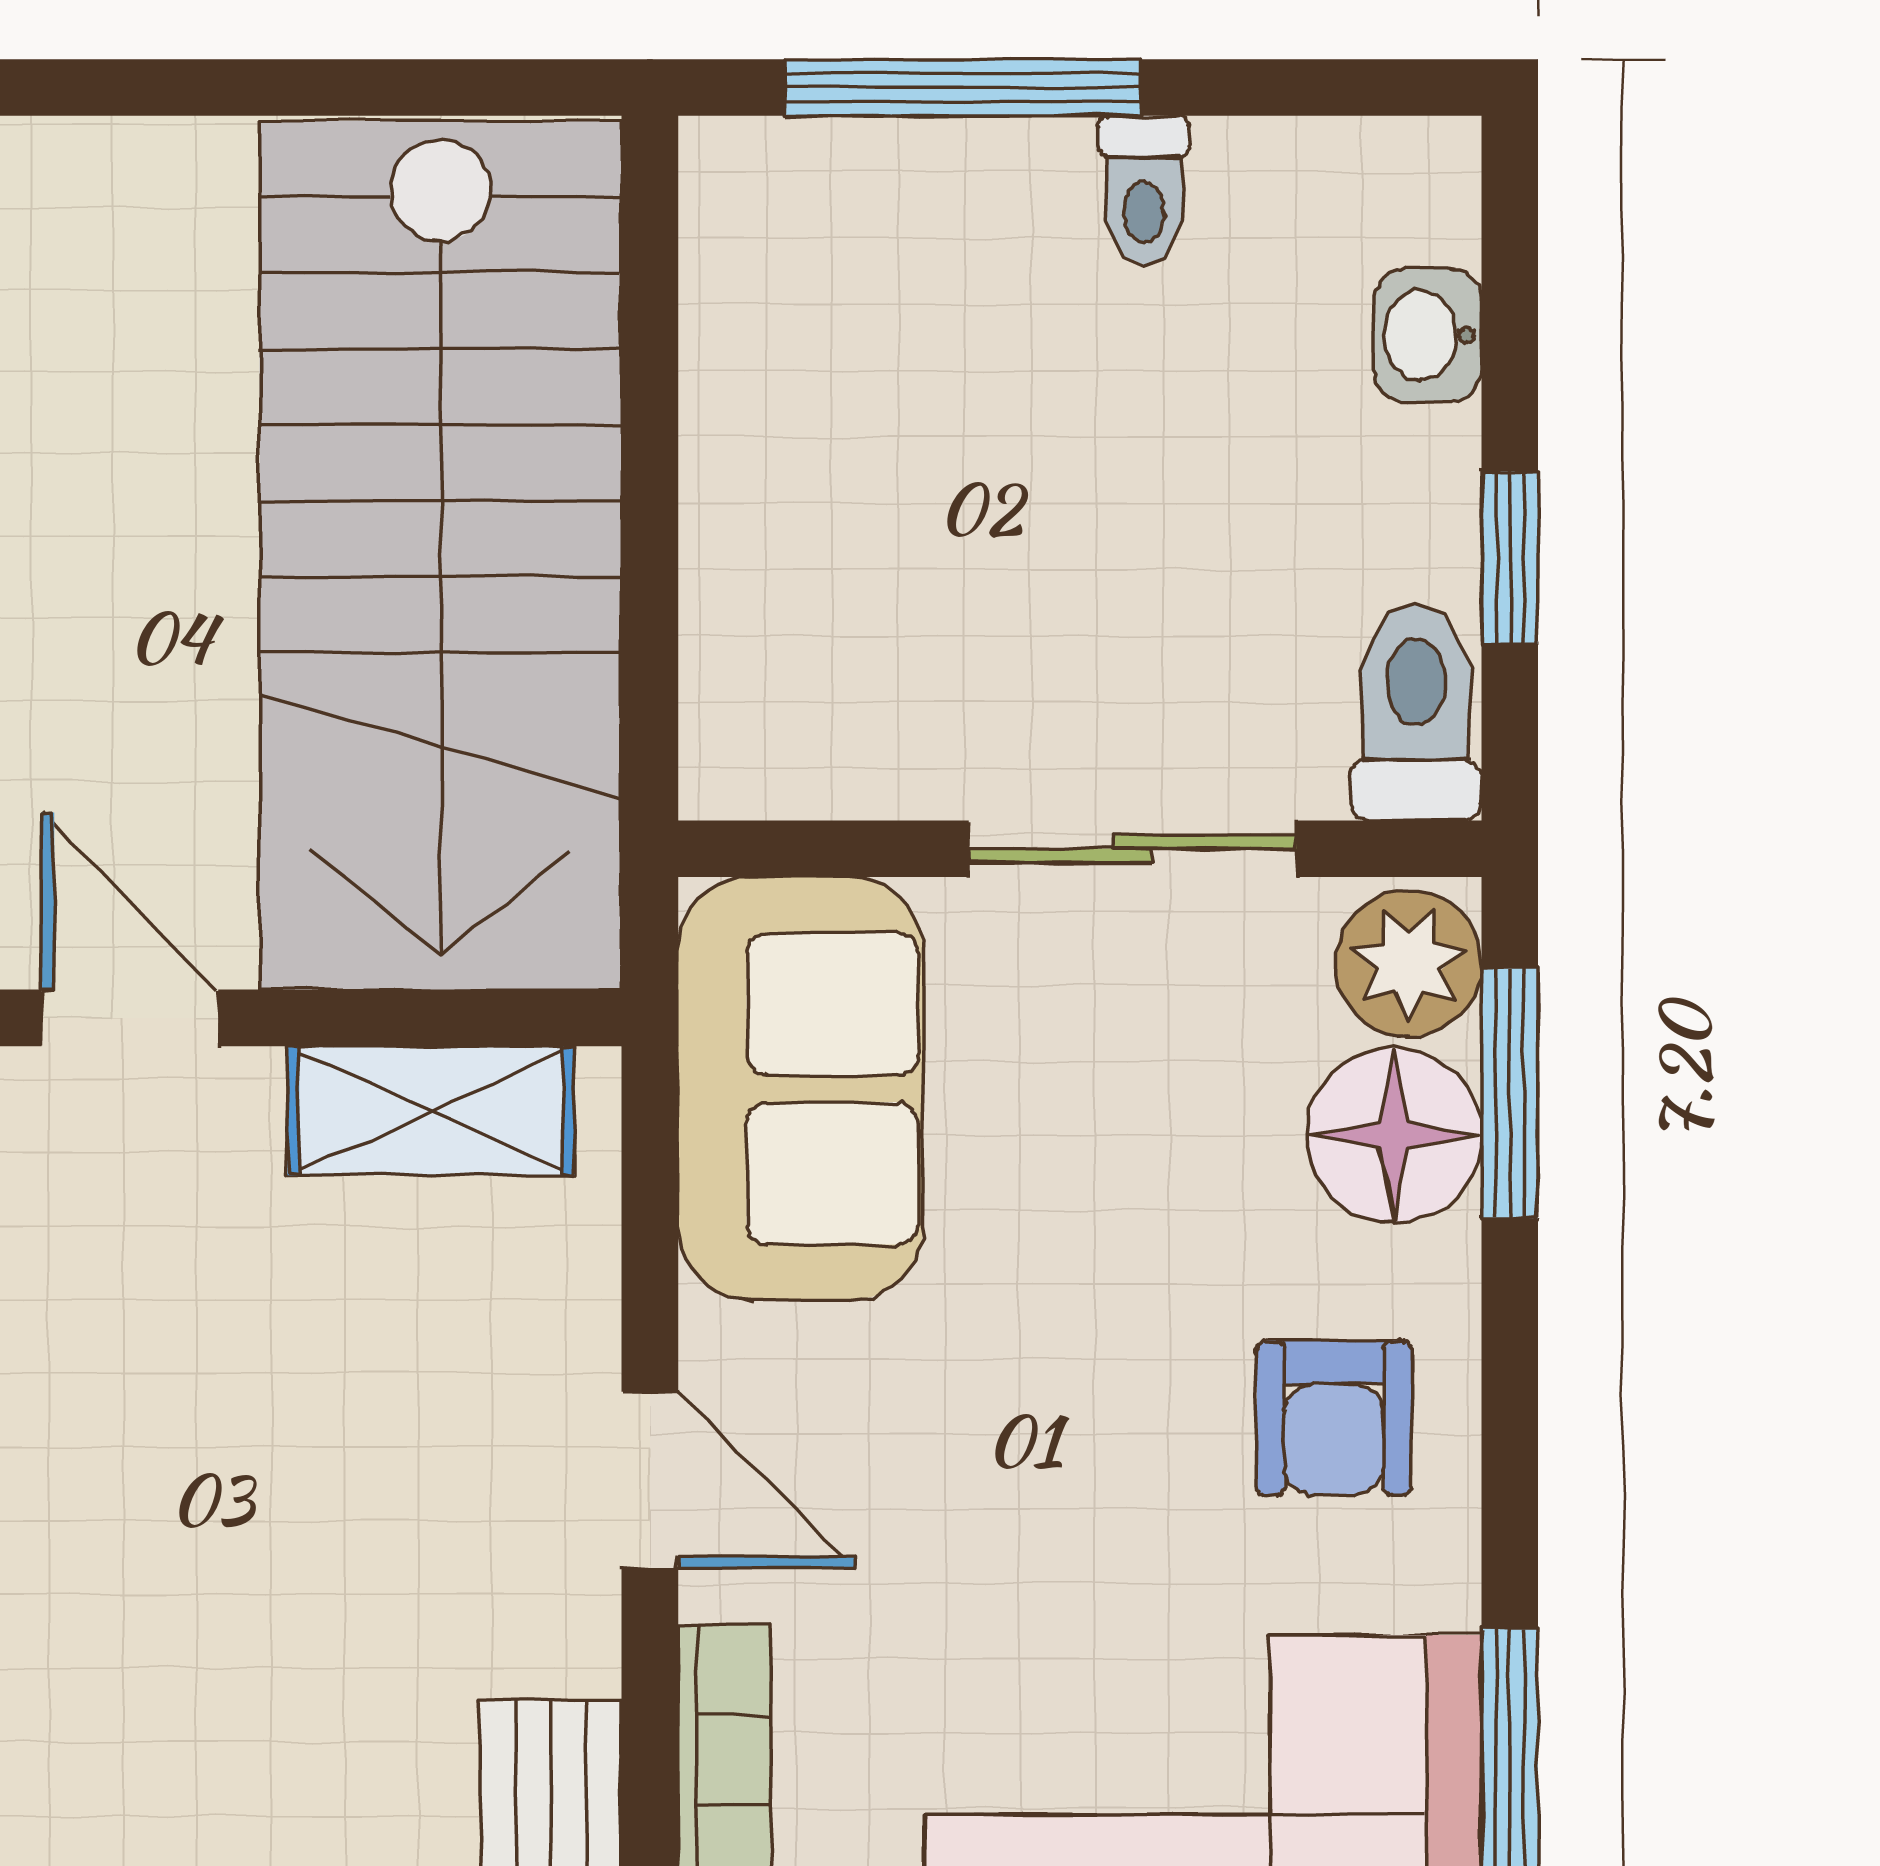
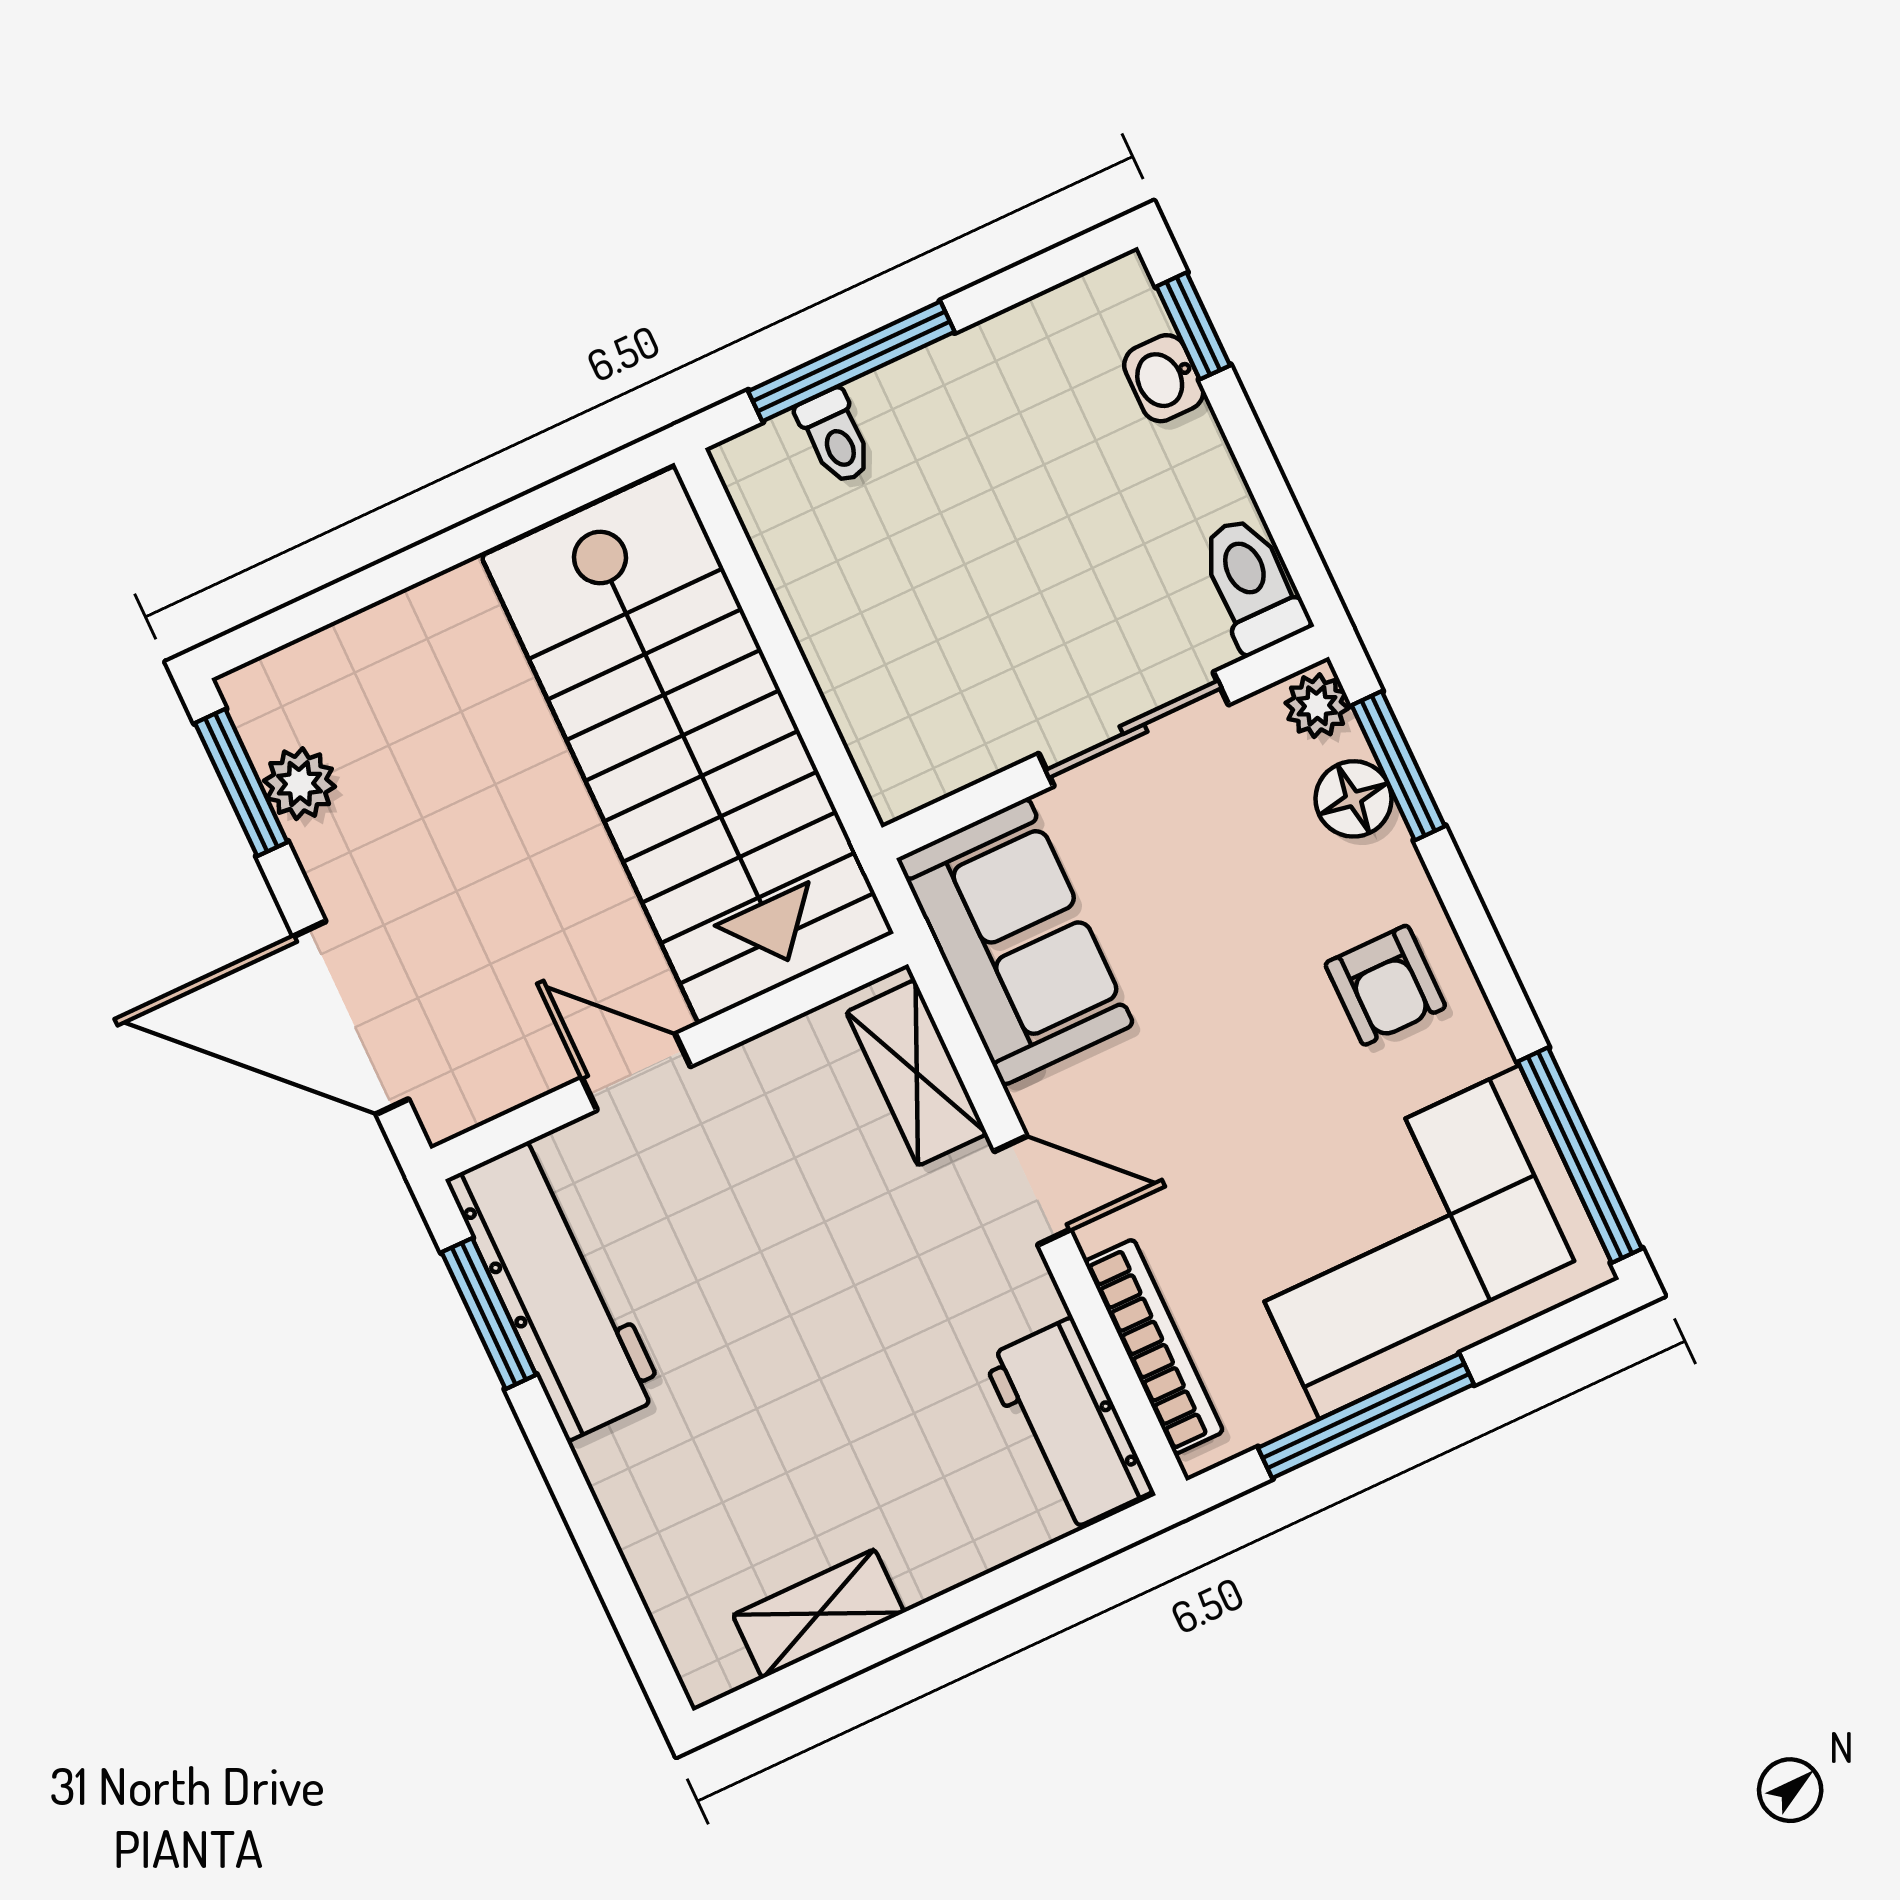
toilet: (1144, 191) -> (835, 437), moved
window: (1510, 558) -> (1193, 326), moved
plant: (1408, 963) -> (1317, 706), width x0.73, depth x0.73
shelving: (431, 1111) -> (917, 1073), moved, turned 90
floor lamp: (1394, 1135) -> (1354, 799), width x0.73, depth x0.73

